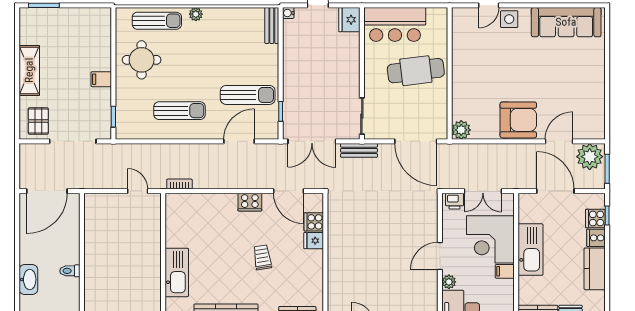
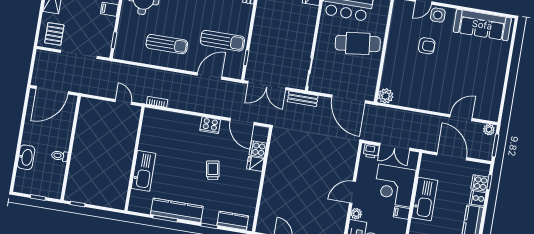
armchair: (518, 120) -> (427, 46), moved, width x0.53, depth x0.53
plant: (590, 157) -> (489, 130), width x0.53, depth x0.53

